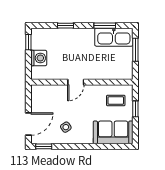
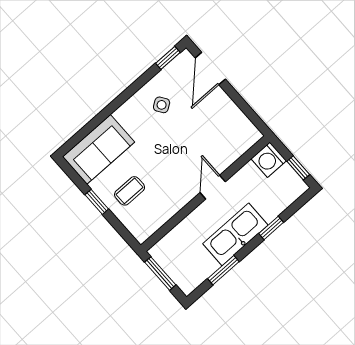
kitchen sink: (114, 37) -> (235, 234), moved
door: (76, 82) -> (213, 187), moved
wall: (82, 82) -> (205, 194), moved

